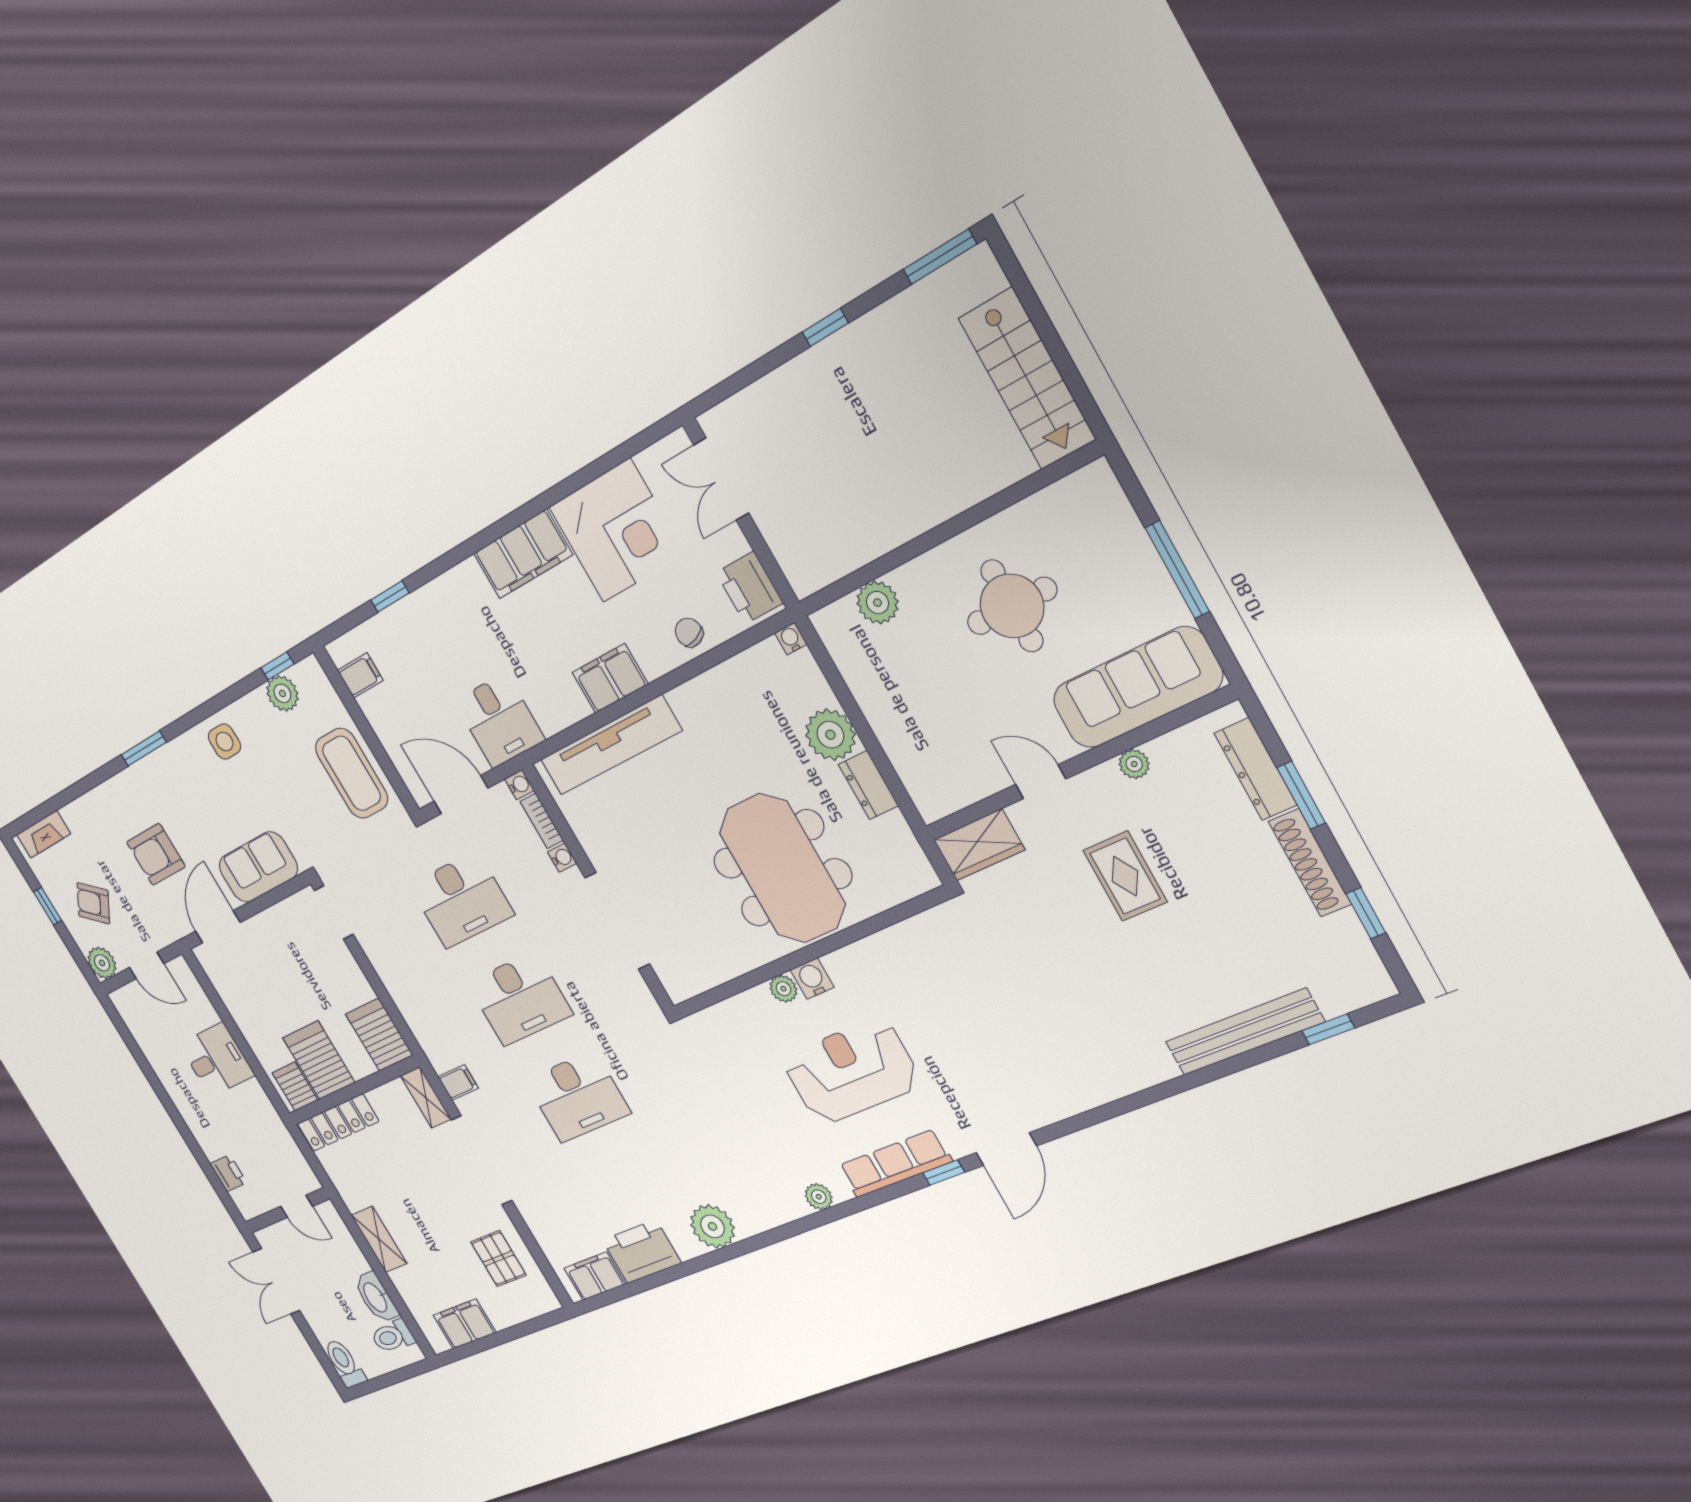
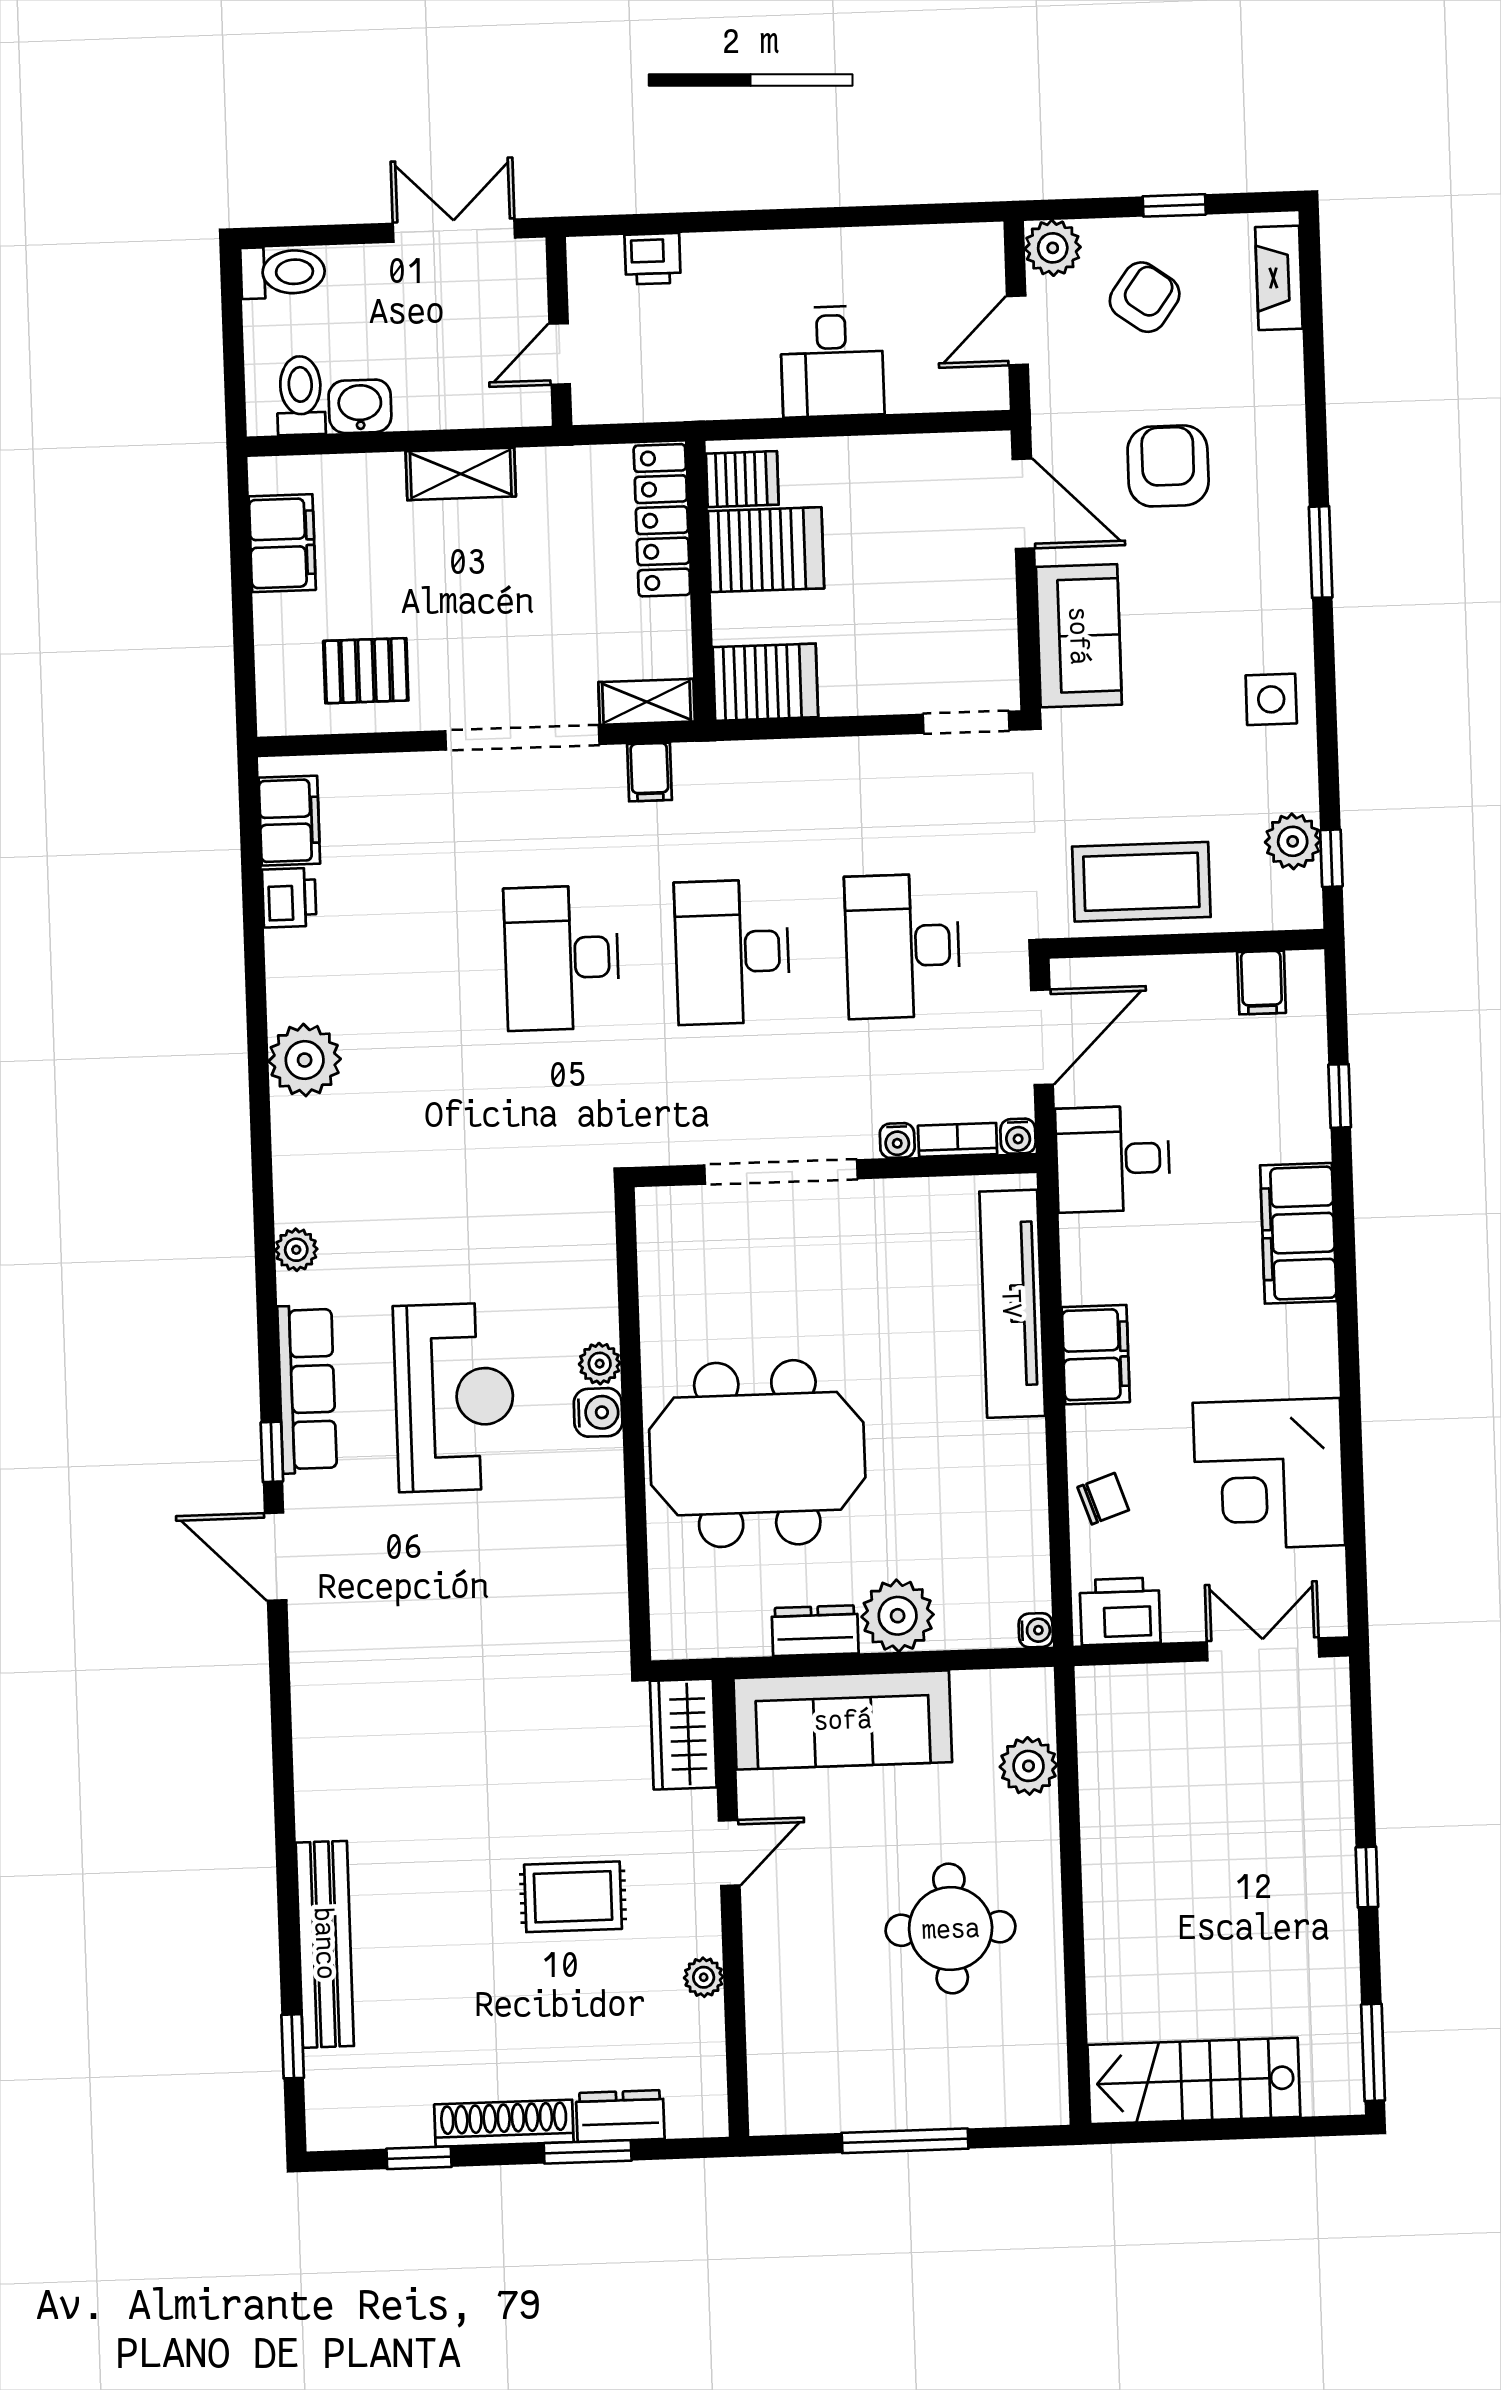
filing cabinet: (523, 554) -> (1298, 1233), moved
sofa: (1137, 688) -> (843, 1720), moved, turned 90
dresser: (1256, 769) -> (620, 2116), width x0.70
printer: (642, 1252) -> (289, 898), width x0.53, depth x0.68
washbasin: (376, 1297) -> (360, 406), width x0.72

